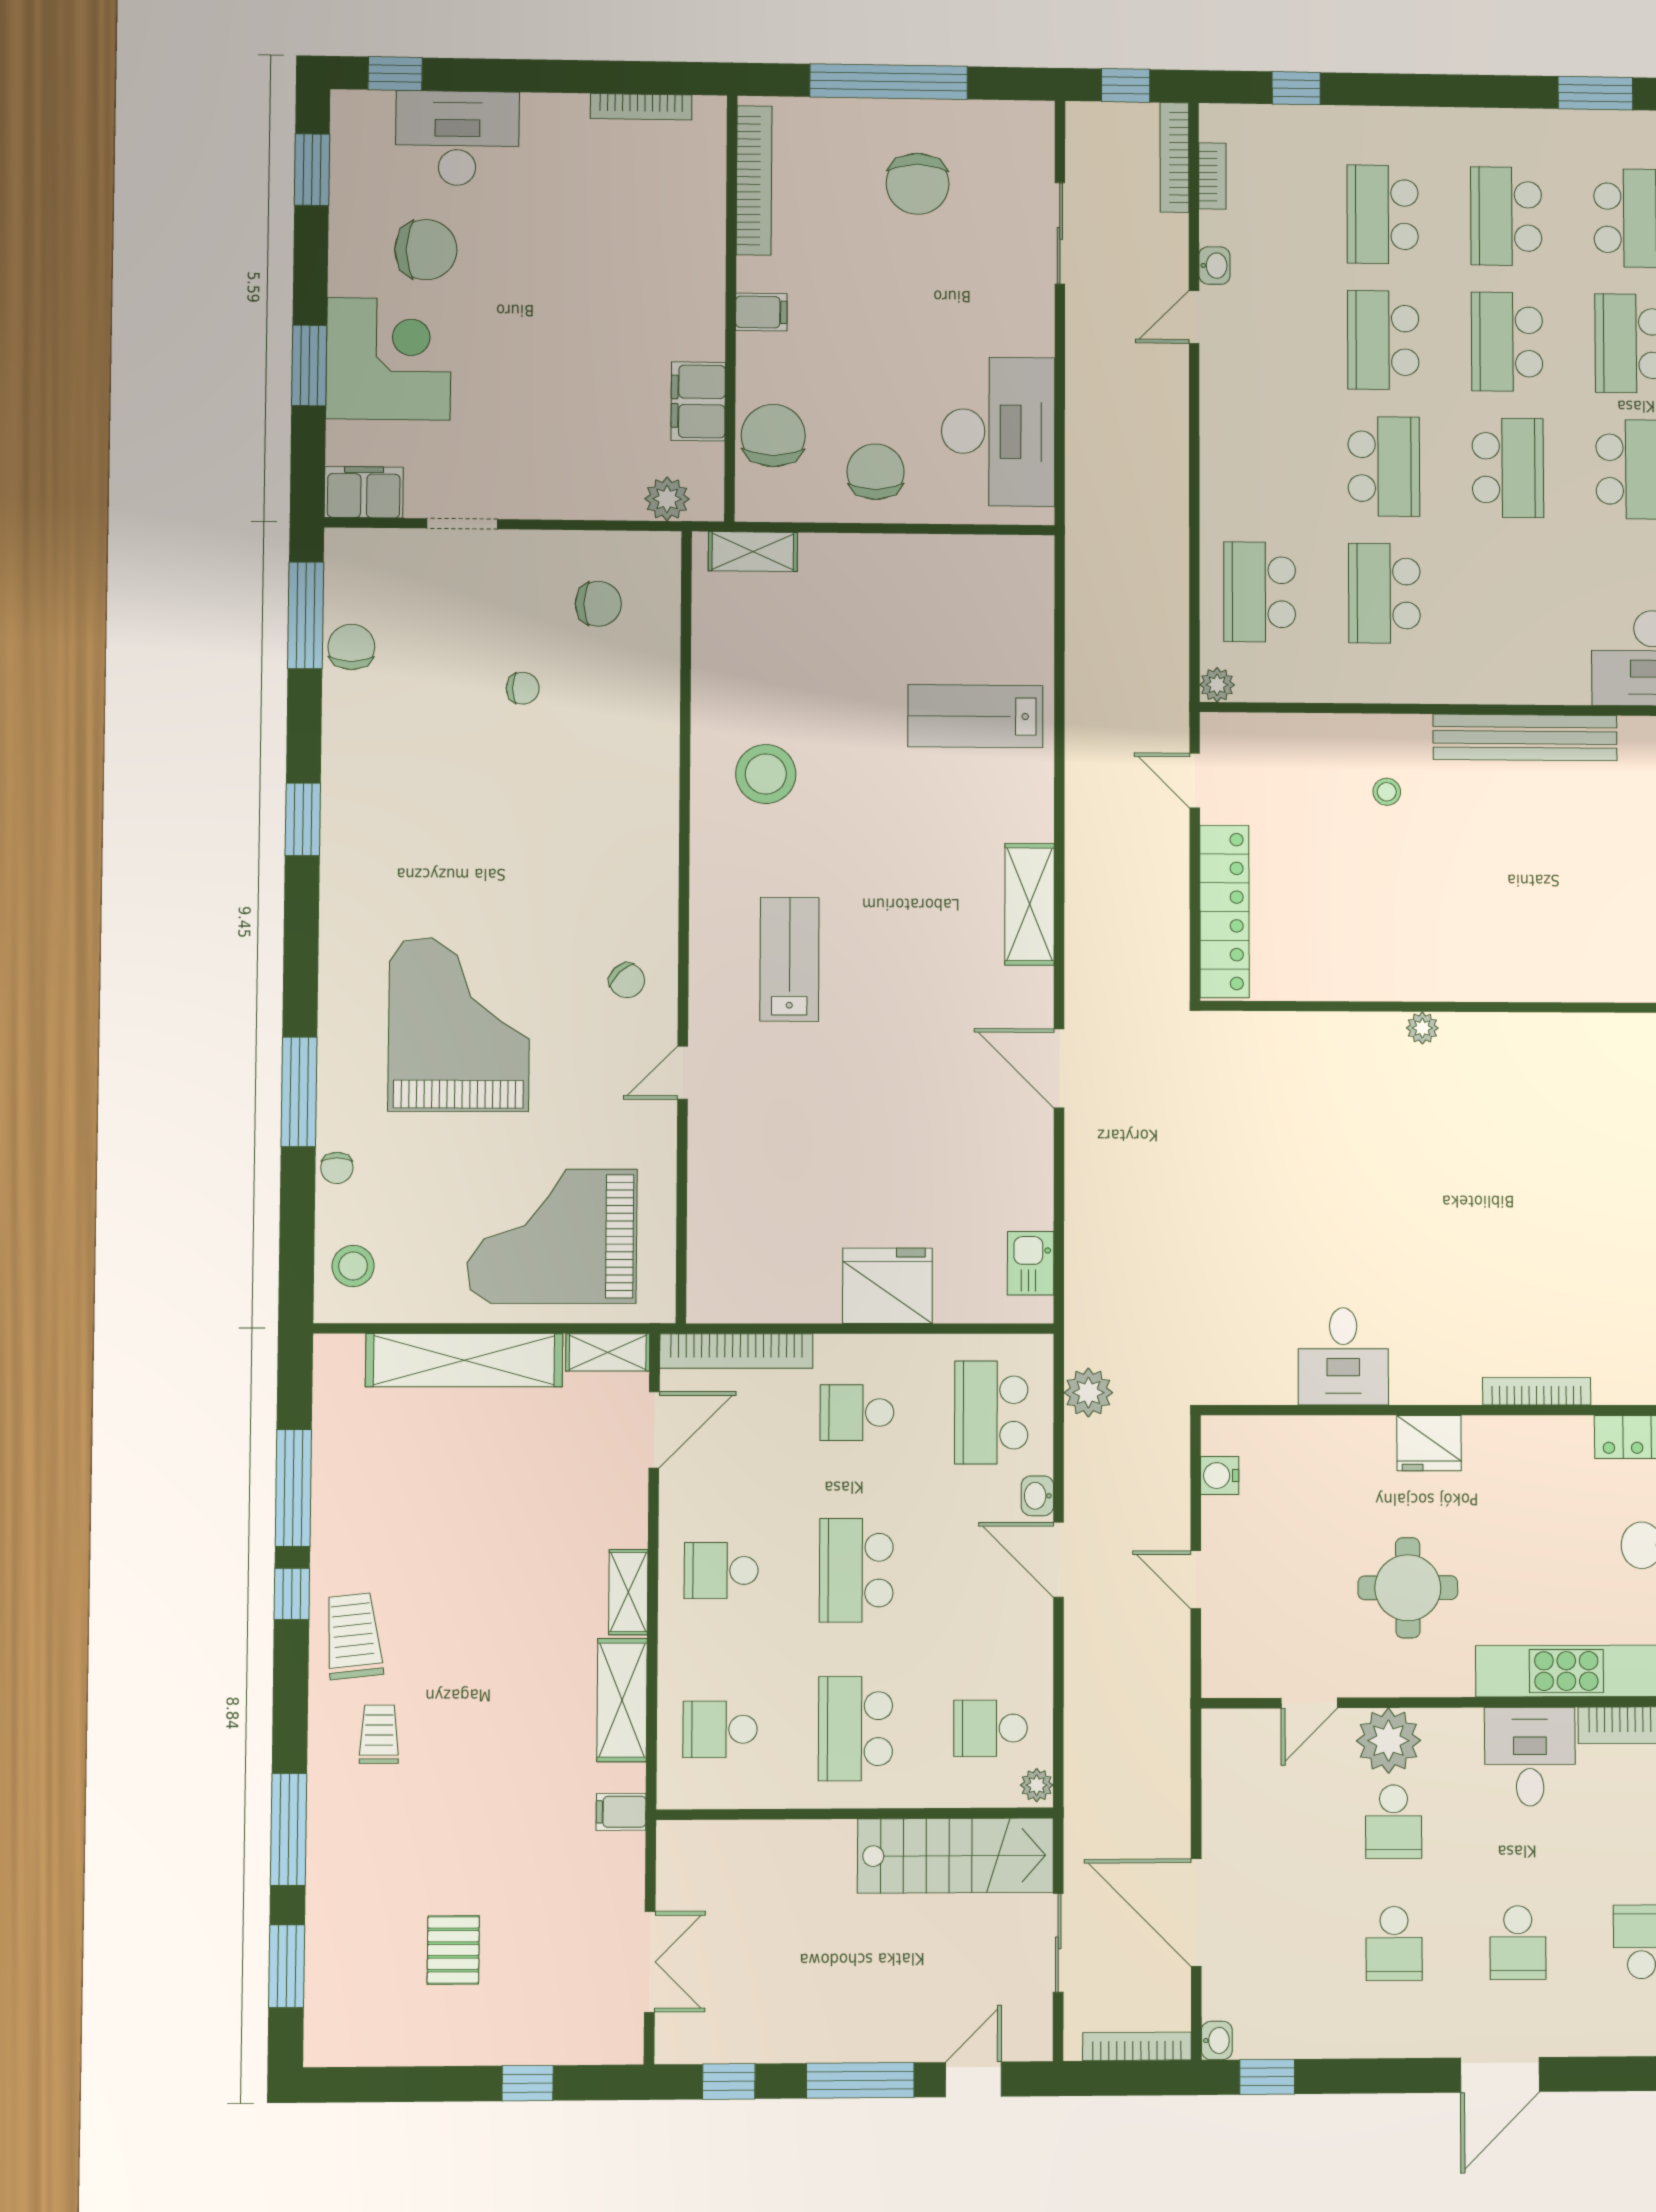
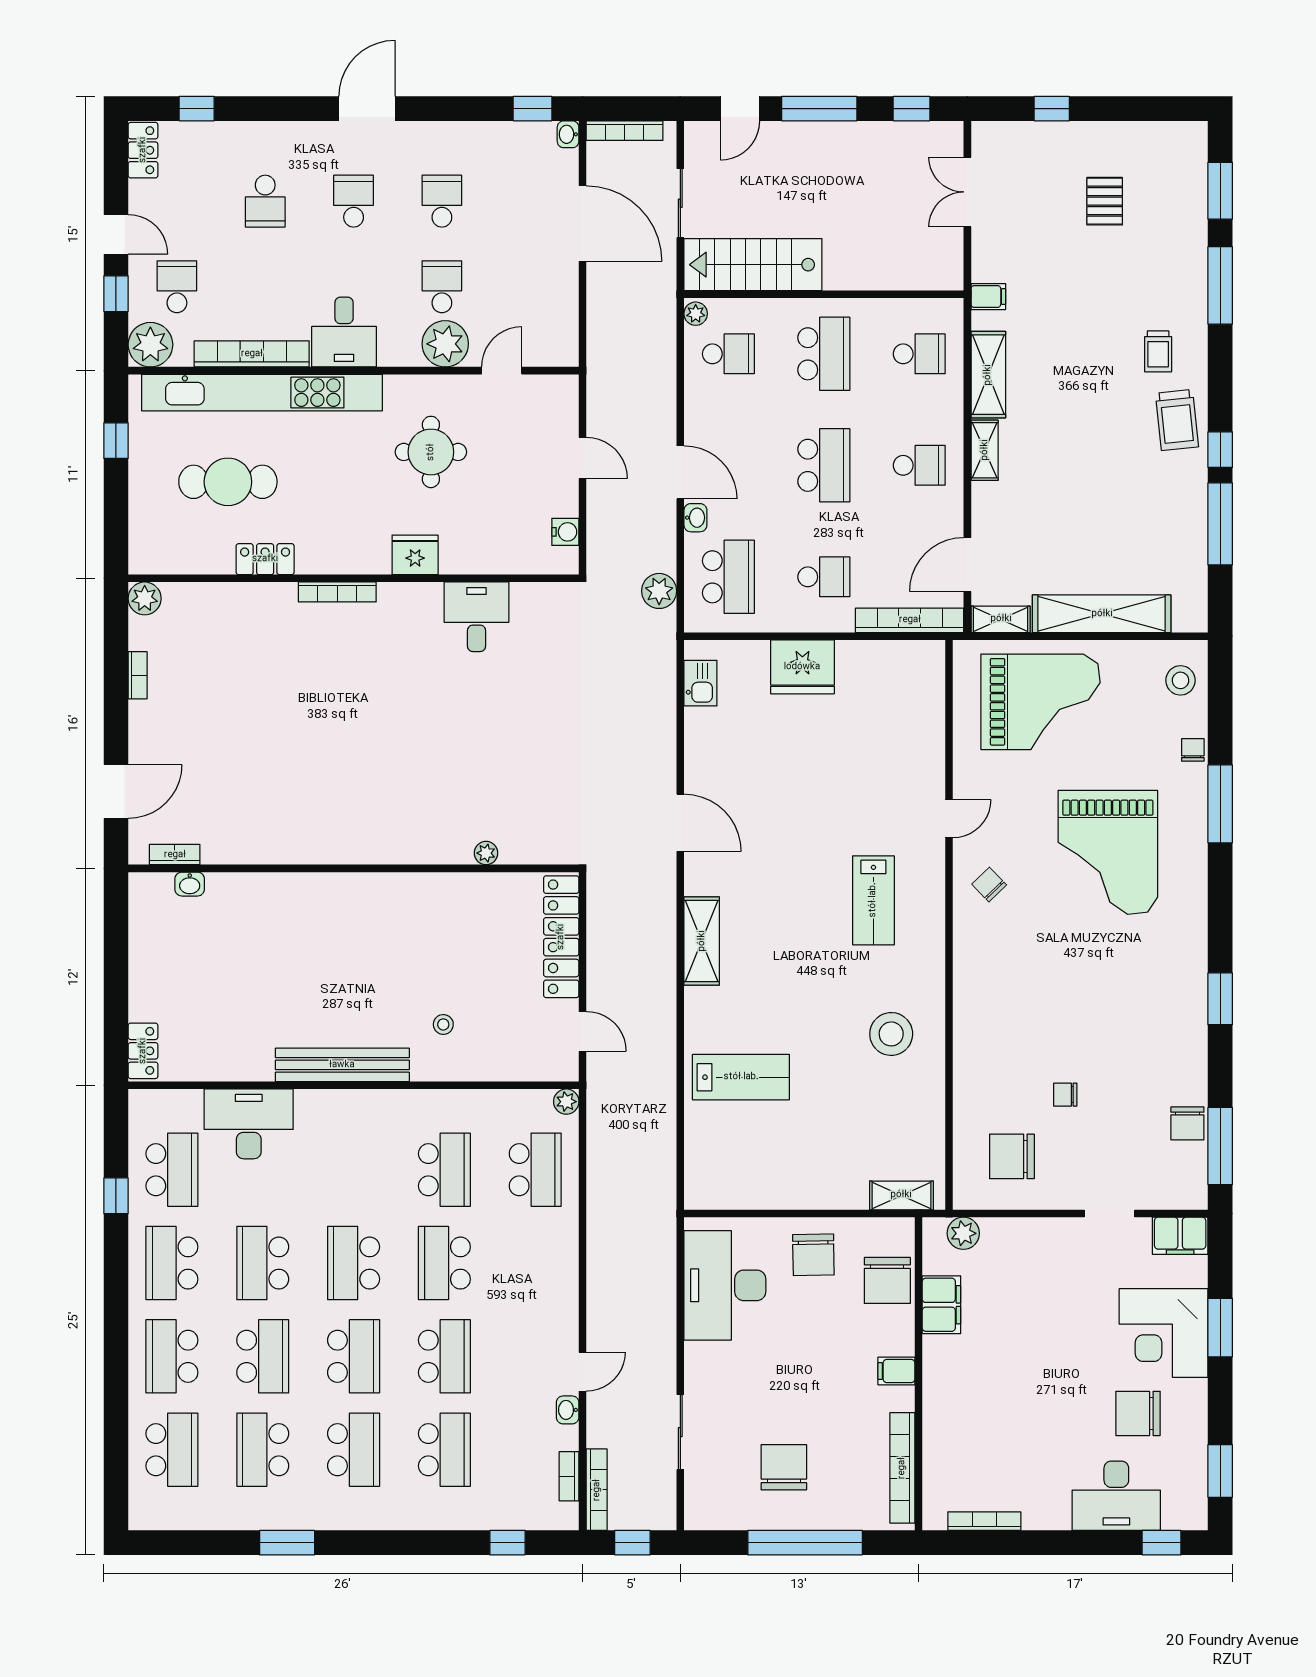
chair: (598, 604) -> (1012, 1156), width x1.37, depth x1.37
plant: (1422, 1028) -> (486, 853), moved

